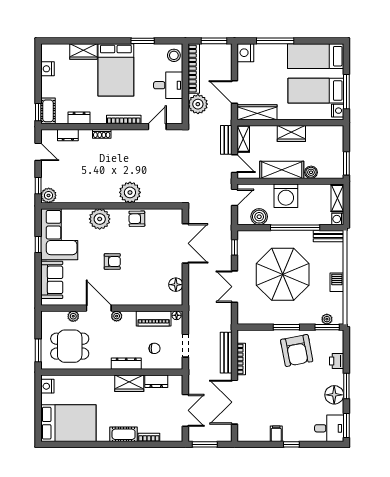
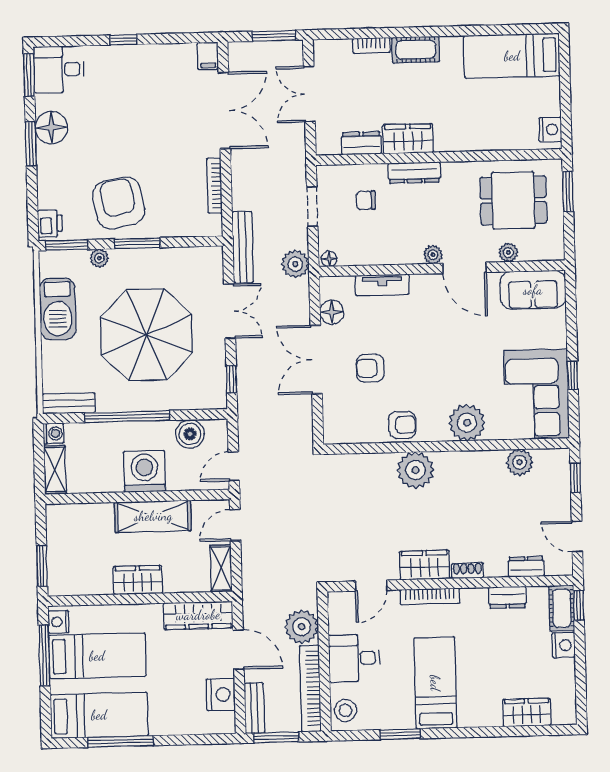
window: (275, 41) -> (121, 742), moved
wardrobe: (84, 51) -> (527, 712), moved
nightstand: (245, 53) -> (221, 695), moved
nightstand: (47, 69) -> (564, 645), moved
bed: (116, 70) -> (435, 683), width x0.67
wardrobe: (126, 138) -> (425, 565), added
bench: (226, 140) -> (254, 708), moved
window: (346, 163) -> (42, 566), moved
door: (234, 164) -> (235, 525), hinge flipped
boiler: (311, 172) -> (102, 513), removed
plant: (49, 195) -> (519, 462), moved
double door: (185, 243) -> (316, 359), moved
armchair: (112, 262) -> (370, 368), moved
sofa: (52, 280) -> (533, 290), moved, turned -90
barbecue: (337, 282) -> (58, 309), width x1.88, depth x1.53
tv unit: (146, 299) -> (382, 285), added
plant: (196, 313) -> (295, 264), added
piano: (154, 318) -> (369, 252), removed
plant: (327, 319) -> (99, 258), moved
bench: (226, 353) -> (243, 247), moved
printer: (337, 361) -> (50, 223), moved
bed: (68, 423) -> (512, 56), width x0.67
filing cabinet: (276, 434) -> (208, 56), moved

